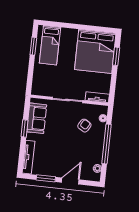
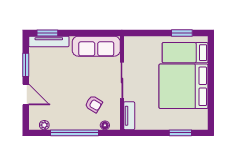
bed: (95, 51) -> (184, 86), moved
sofa: (37, 118) -> (96, 46), width x1.36
window: (24, 128) -> (47, 33), moved

